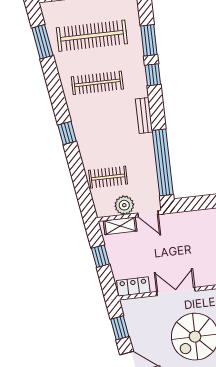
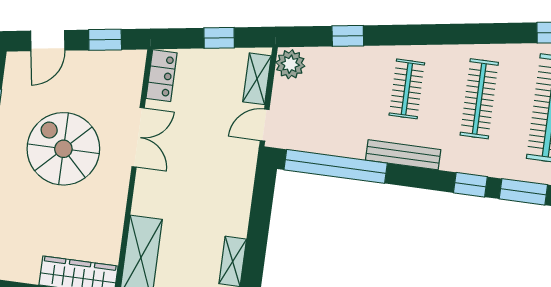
bench: (144, 116) -> (403, 155), width x1.36
window: (67, 133) -> (348, 36), moved
clothes rail: (108, 177) -> (407, 89), moved
plant: (124, 205) -> (290, 64), moved

